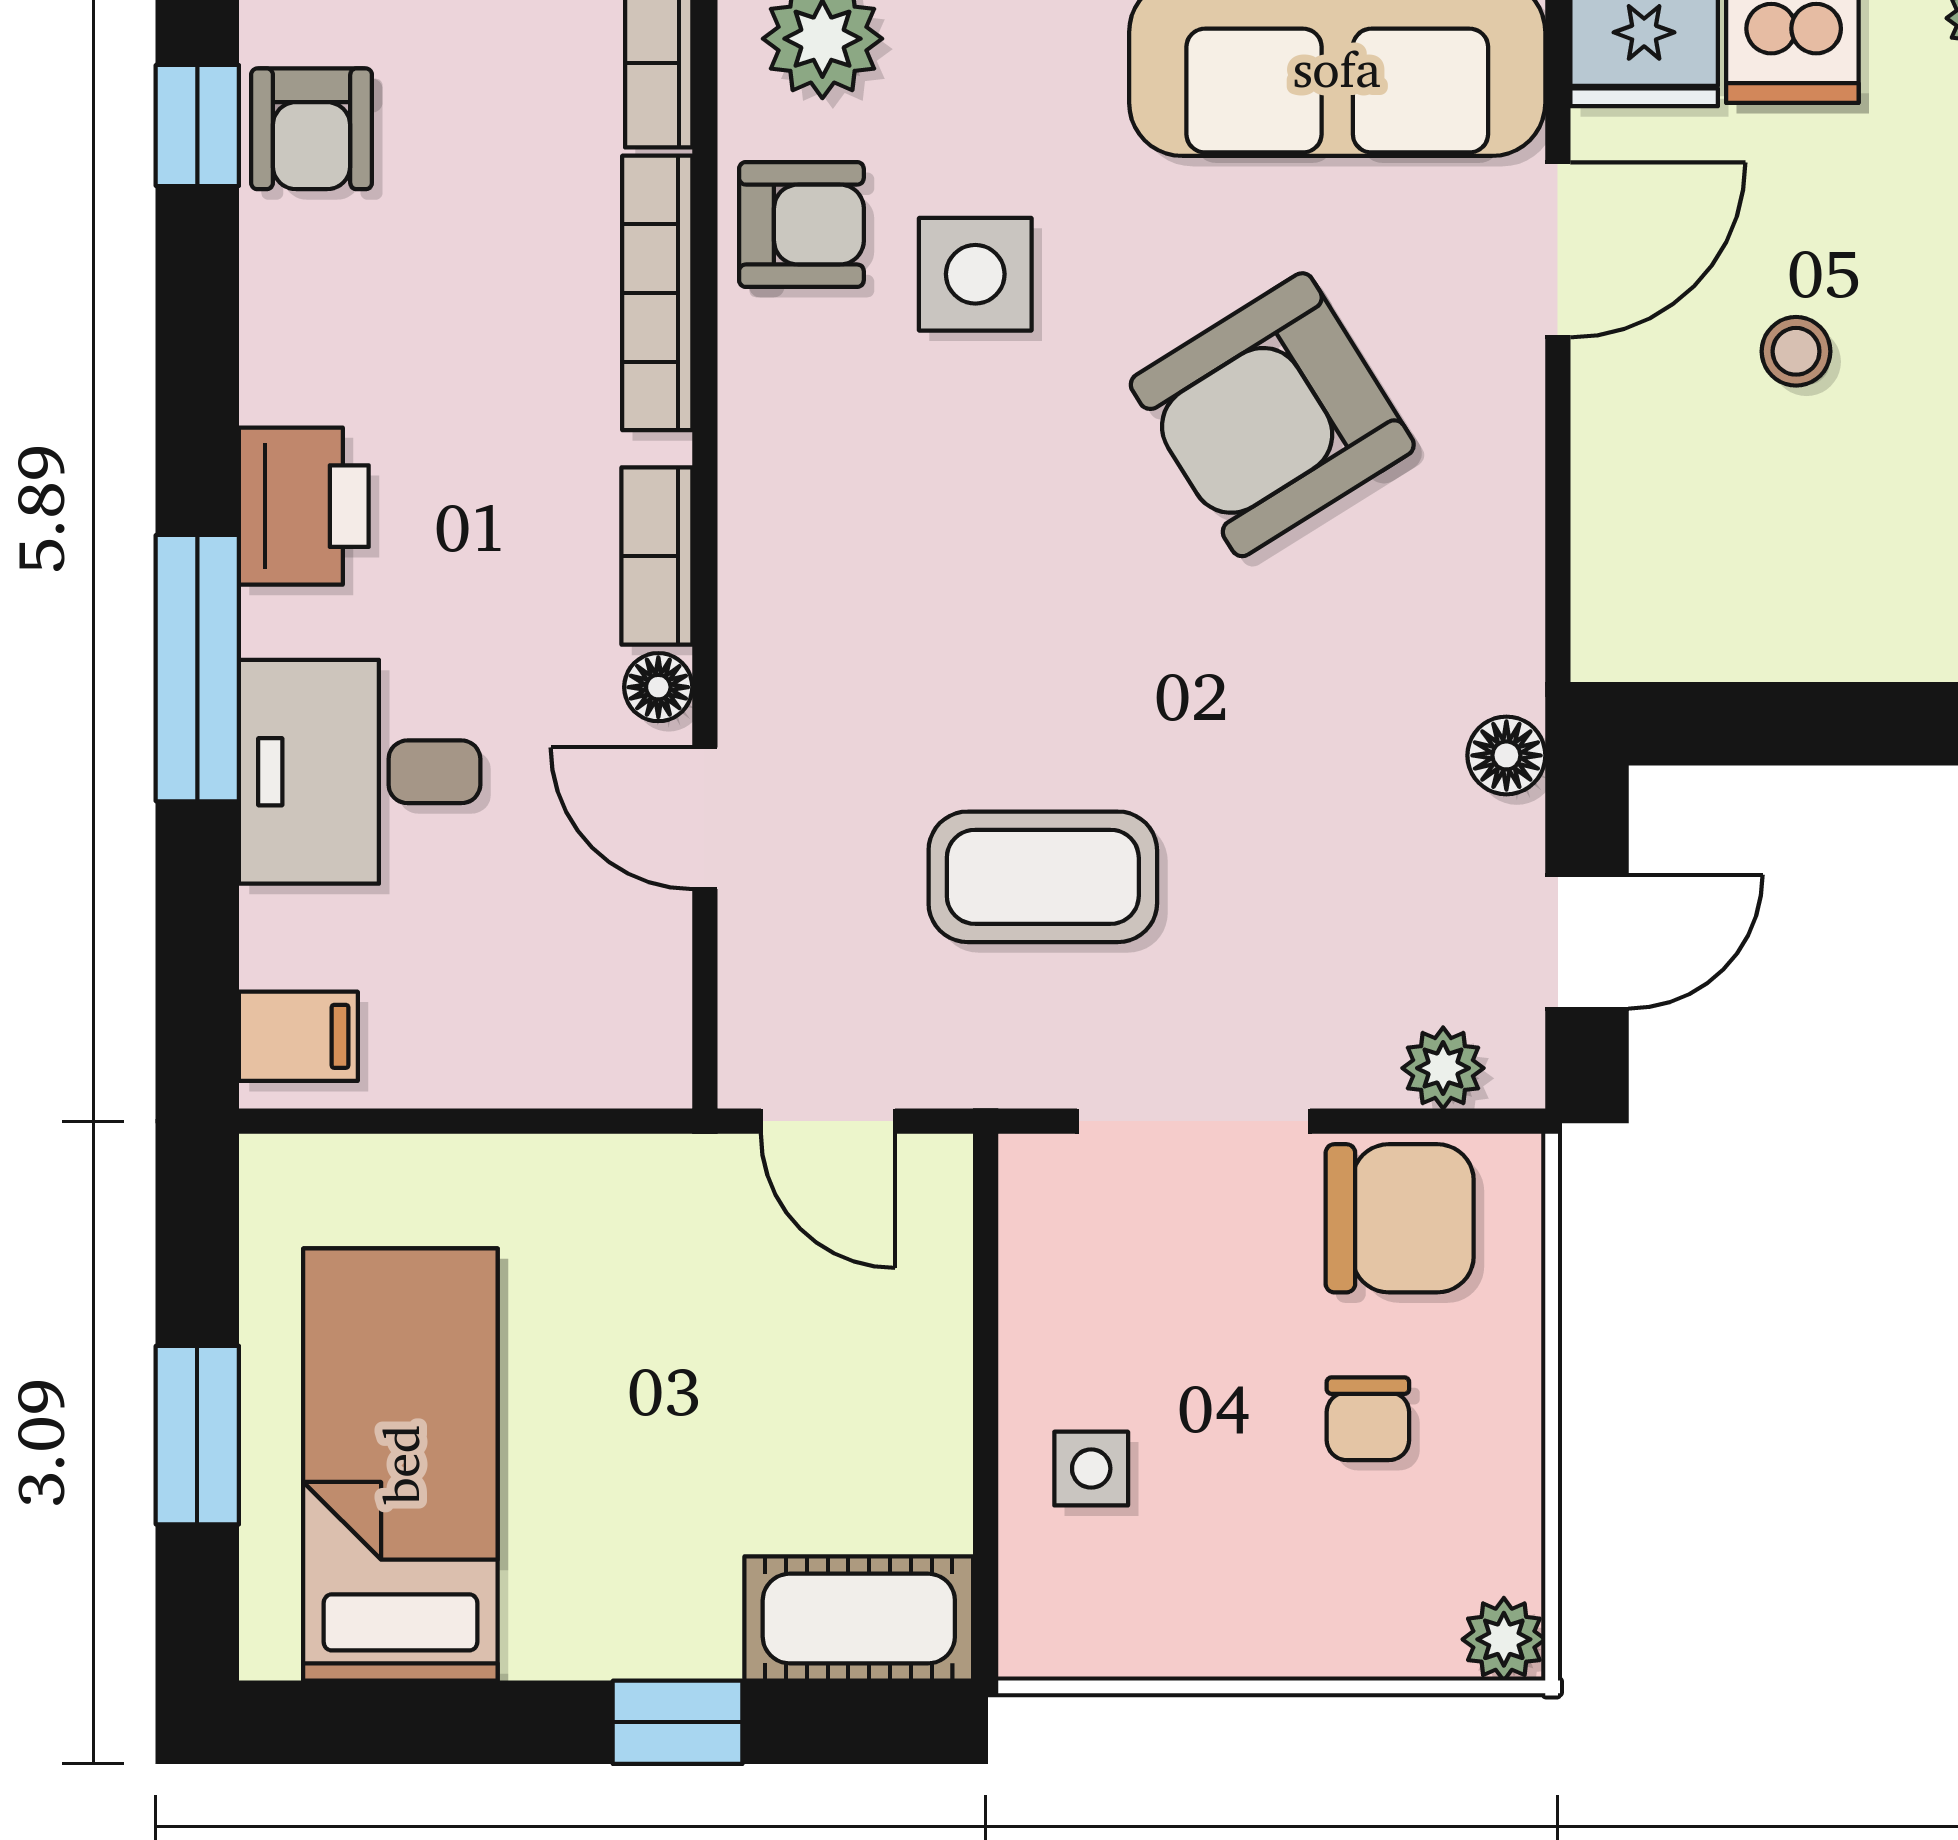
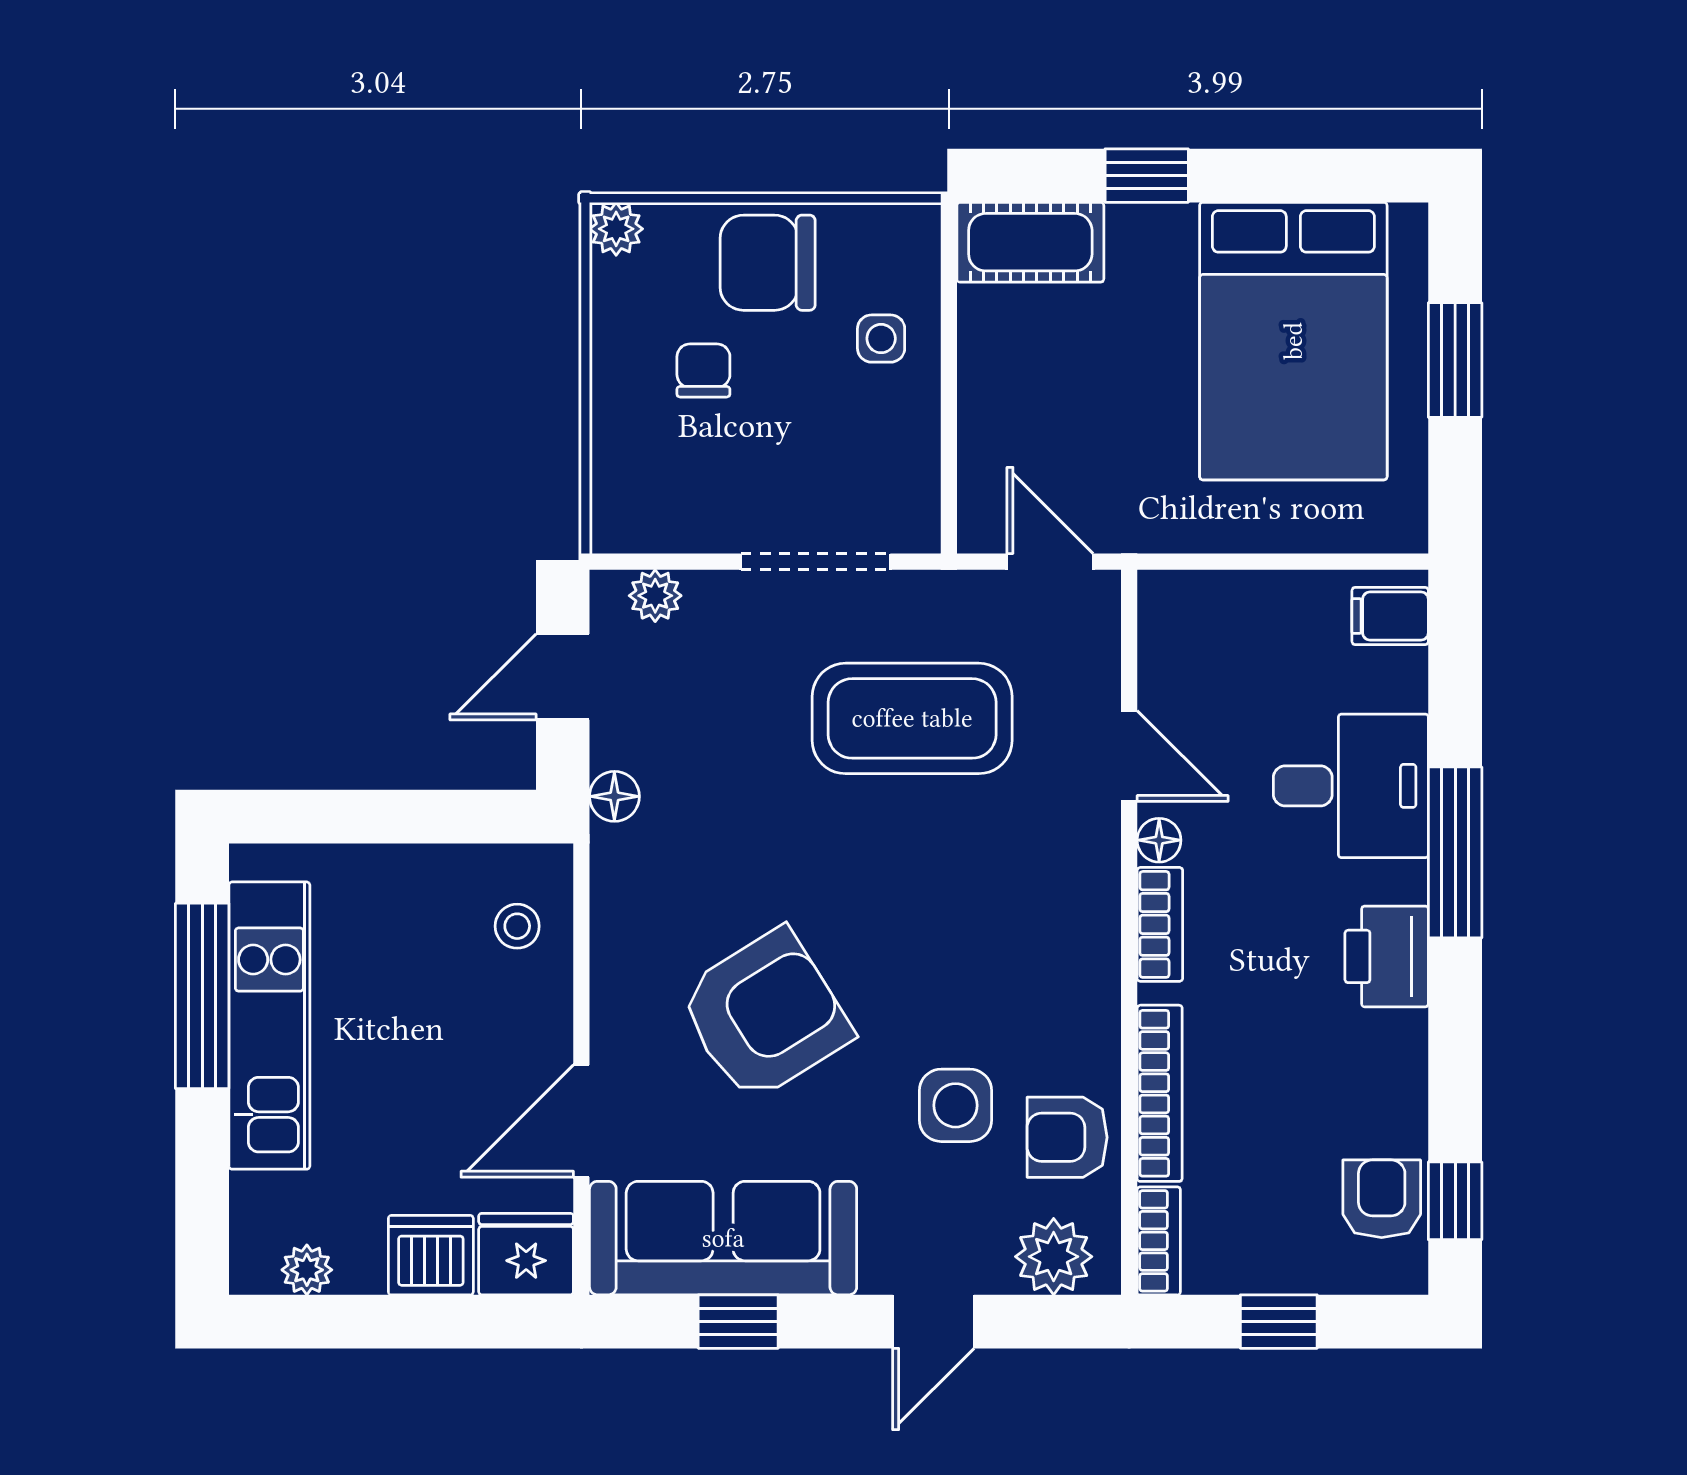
stool: (1796, 351) -> (517, 926), moved
coffee table: (1043, 877) -> (912, 718), width x1.36, depth x1.32
chair: (1400, 1218) -> (768, 263), moved
bed: (400, 1465) -> (1293, 341), width x1.50

